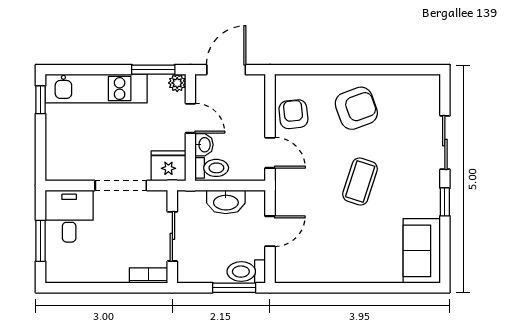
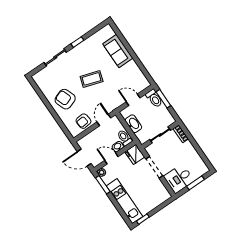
door: (190, 118) -> (111, 158), hinge flipped
sofa: (422, 251) -> (118, 51), moved, turned 90

